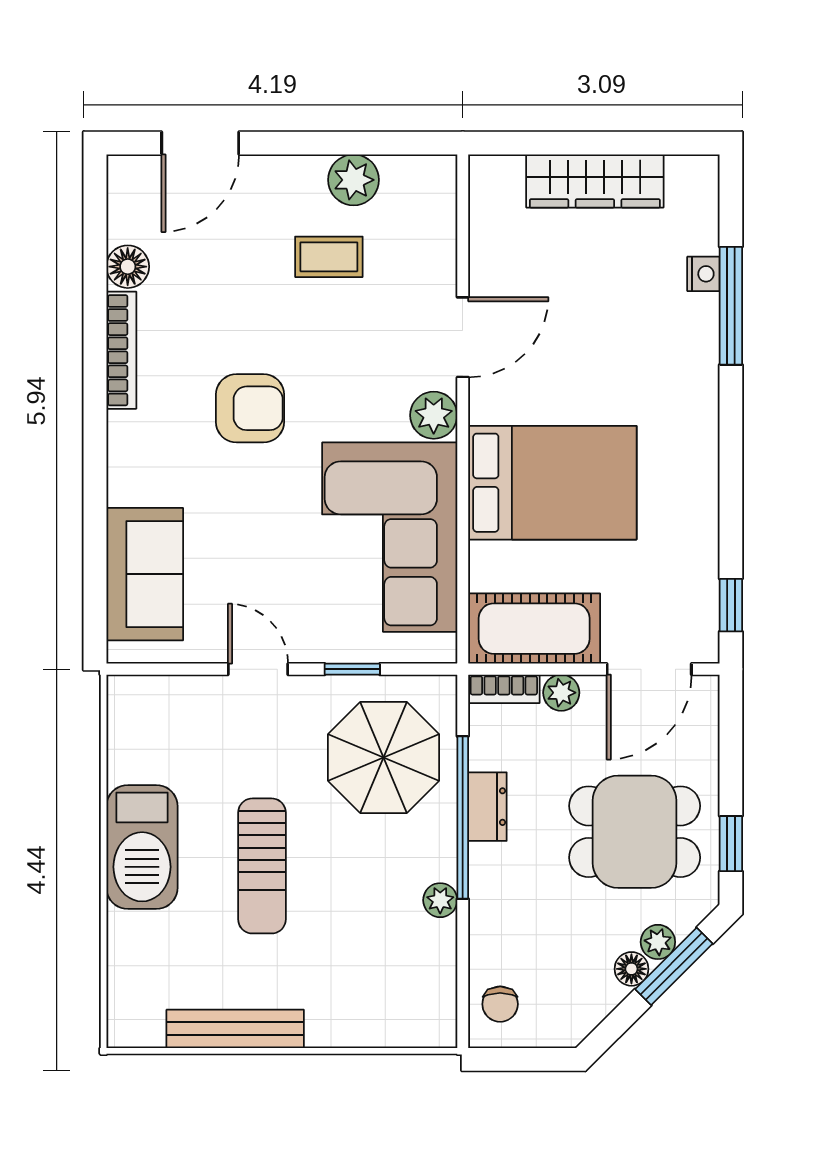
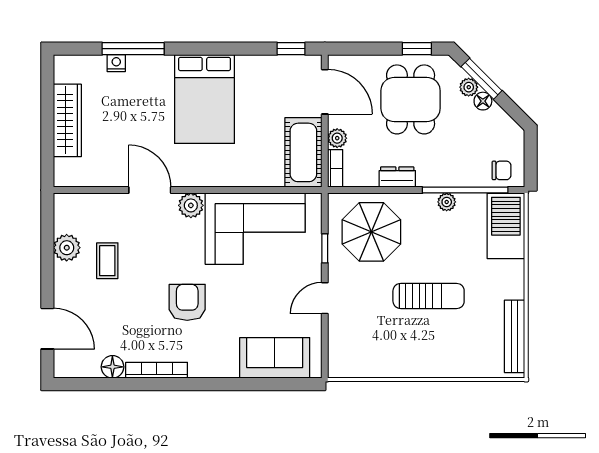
bed: (552, 483) -> (204, 99), moved, turned 180
window: (463, 818) -> (465, 190), moved
barbecue: (142, 847) -> (506, 226), moved, turned -90
bench: (235, 1029) -> (515, 336), moved

